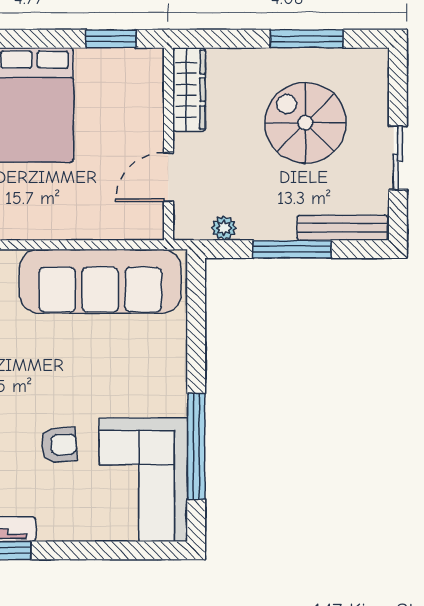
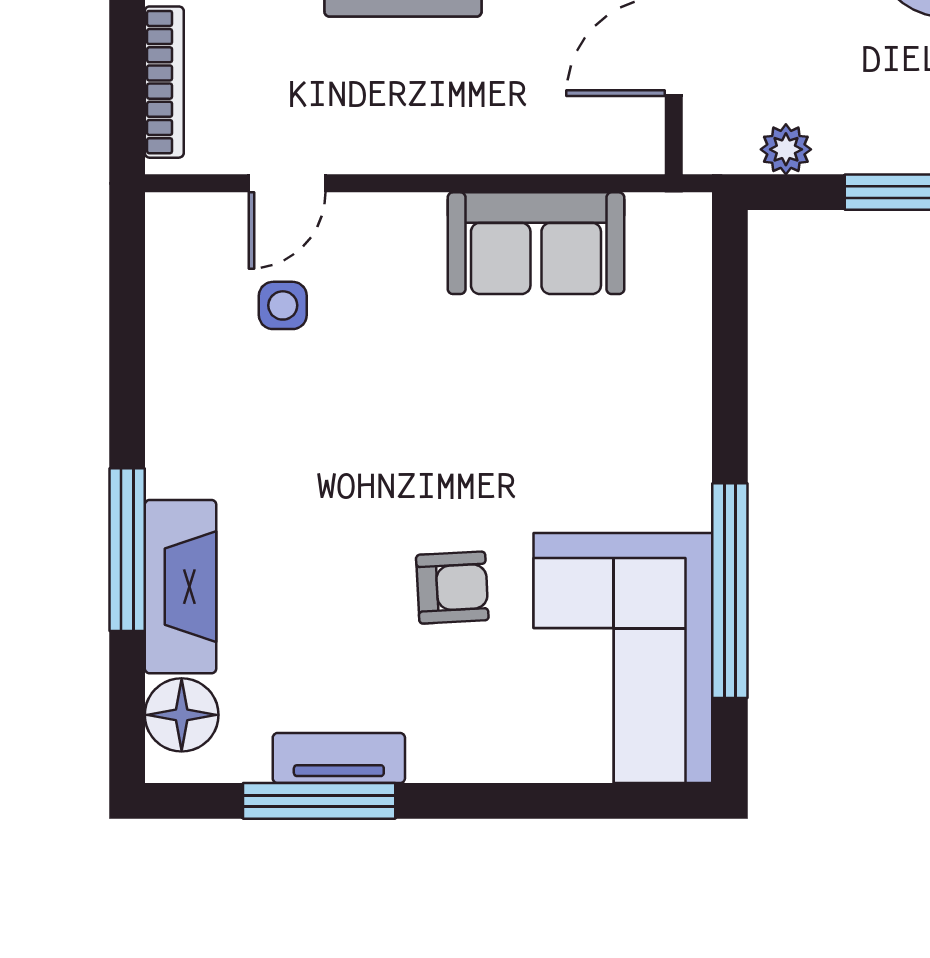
sofa: (100, 281) -> (536, 243), width x0.54, depth x0.79

